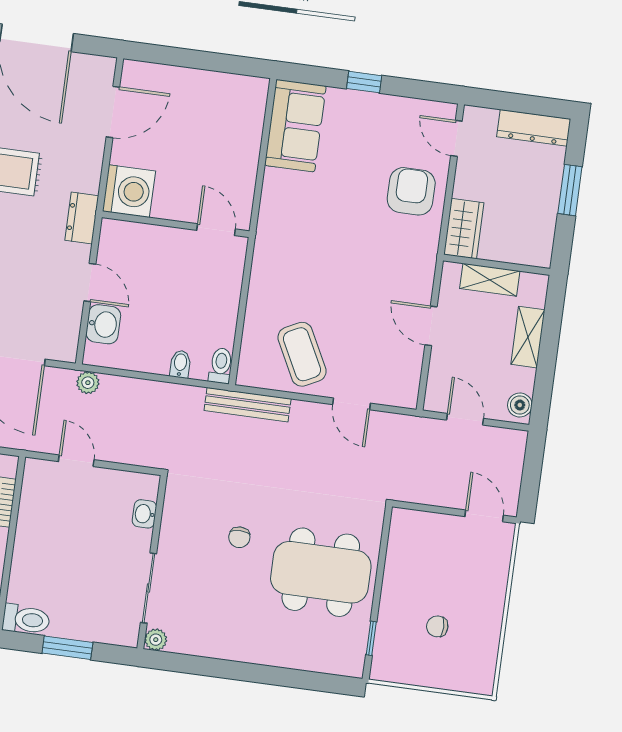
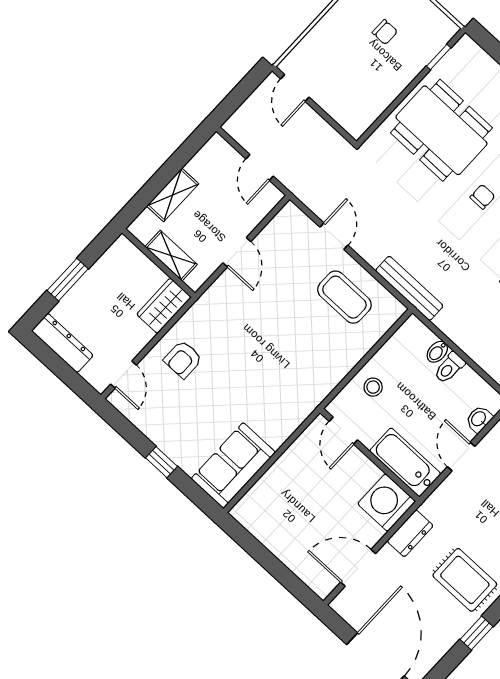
armchair: (411, 191) -> (183, 359), width x0.72, depth x0.72
dresser: (82, 218) -> (410, 533), moved
bathtub: (138, 241) -> (405, 462), added
stool: (217, 289) -> (373, 387), added
washbasin: (103, 324) -> (479, 419), width x0.72, depth x0.69
coffee table: (302, 354) -> (344, 297), turned -63
toilet: (221, 366) -> (449, 368), moved
boiler: (520, 405) -> (213, 150), removed

